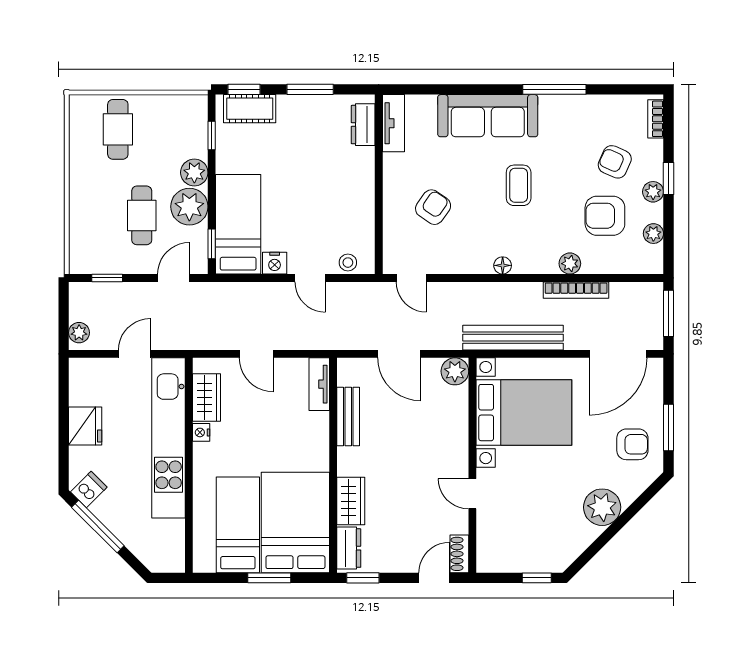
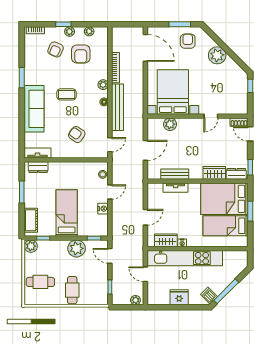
window: (244, 89) -> (22, 223), removed
window: (554, 89) -> (22, 78), width x0.69
plant: (194, 173) -> (31, 246), moved
cafe table: (142, 215) -> (72, 290), moved, turned 90
bed: (238, 224) -> (67, 213), moved, turned 90
plant: (570, 264) -> (103, 85), moved
window: (668, 313) -> (126, 24), removed
bench: (513, 338) -> (117, 107), moved
plant: (455, 371) -> (170, 124), moved
tv unit: (319, 384) -> (176, 188), moved

